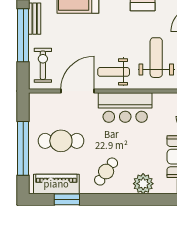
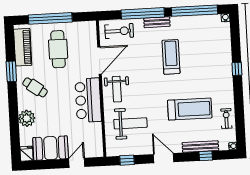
weight bench: (114, 72) -> (117, 89), turned 180
door: (77, 91) -> (100, 60), hinge flipped
window: (67, 199) -> (11, 71), moved

